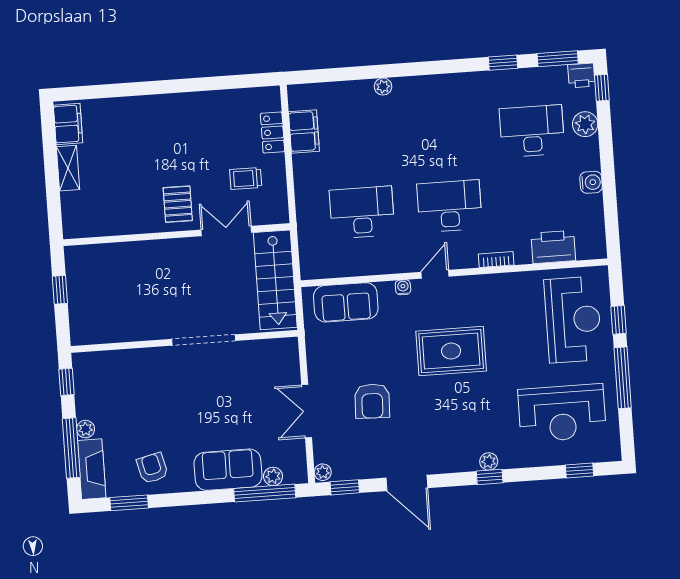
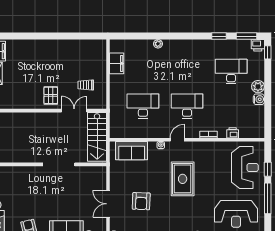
plant: (585, 124) -> (258, 87), moved
locker: (273, 132) -> (101, 63), removed
printer: (553, 247) -> (233, 133), width x0.53, depth x0.68
rug: (451, 351) -> (183, 179), turned 90

